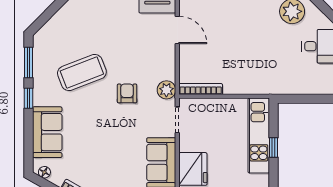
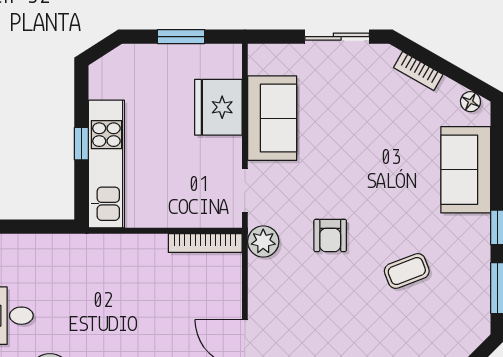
coffee table: (82, 73) -> (407, 271), width x0.54, depth x0.58

